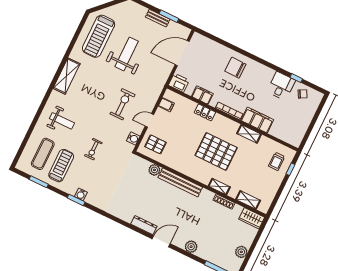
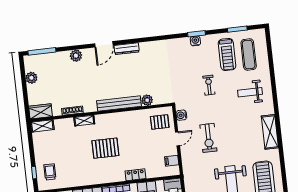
shelving: (249, 134) -> (87, 180), removed
pallet: (216, 151) -> (105, 148), width x0.73, depth x0.71
shelving: (248, 200) -> (42, 126), moved

